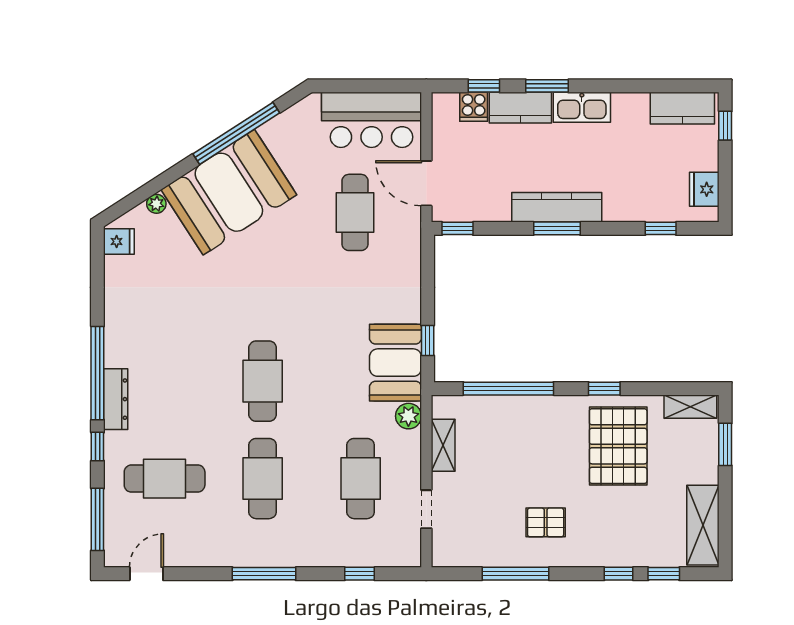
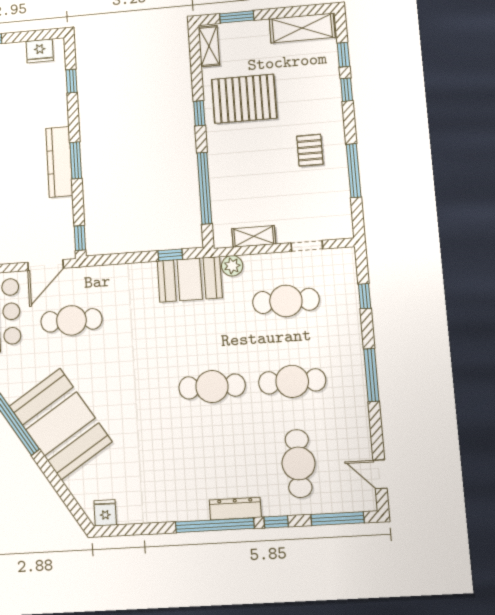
plant: (156, 204) -> (73, 483), removed

